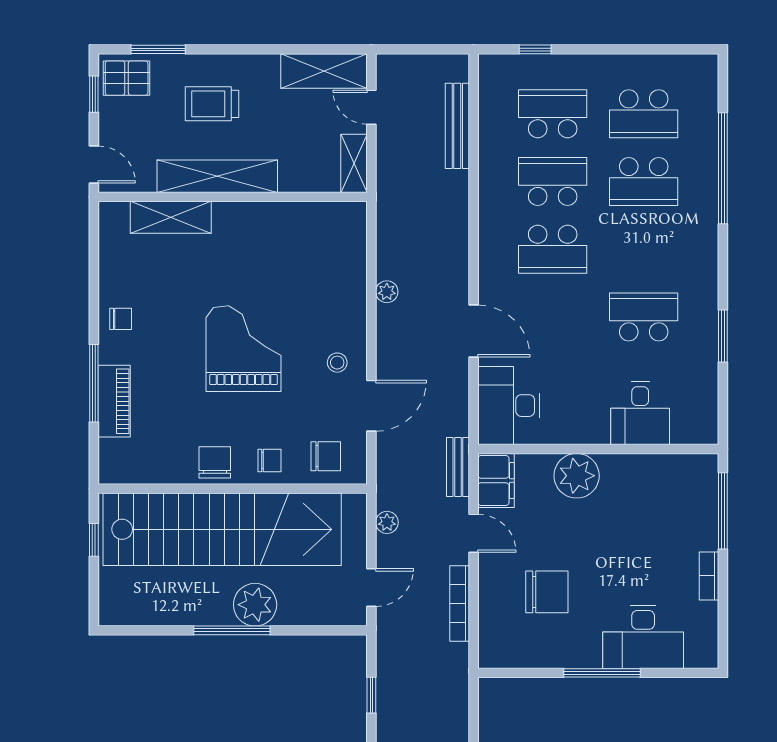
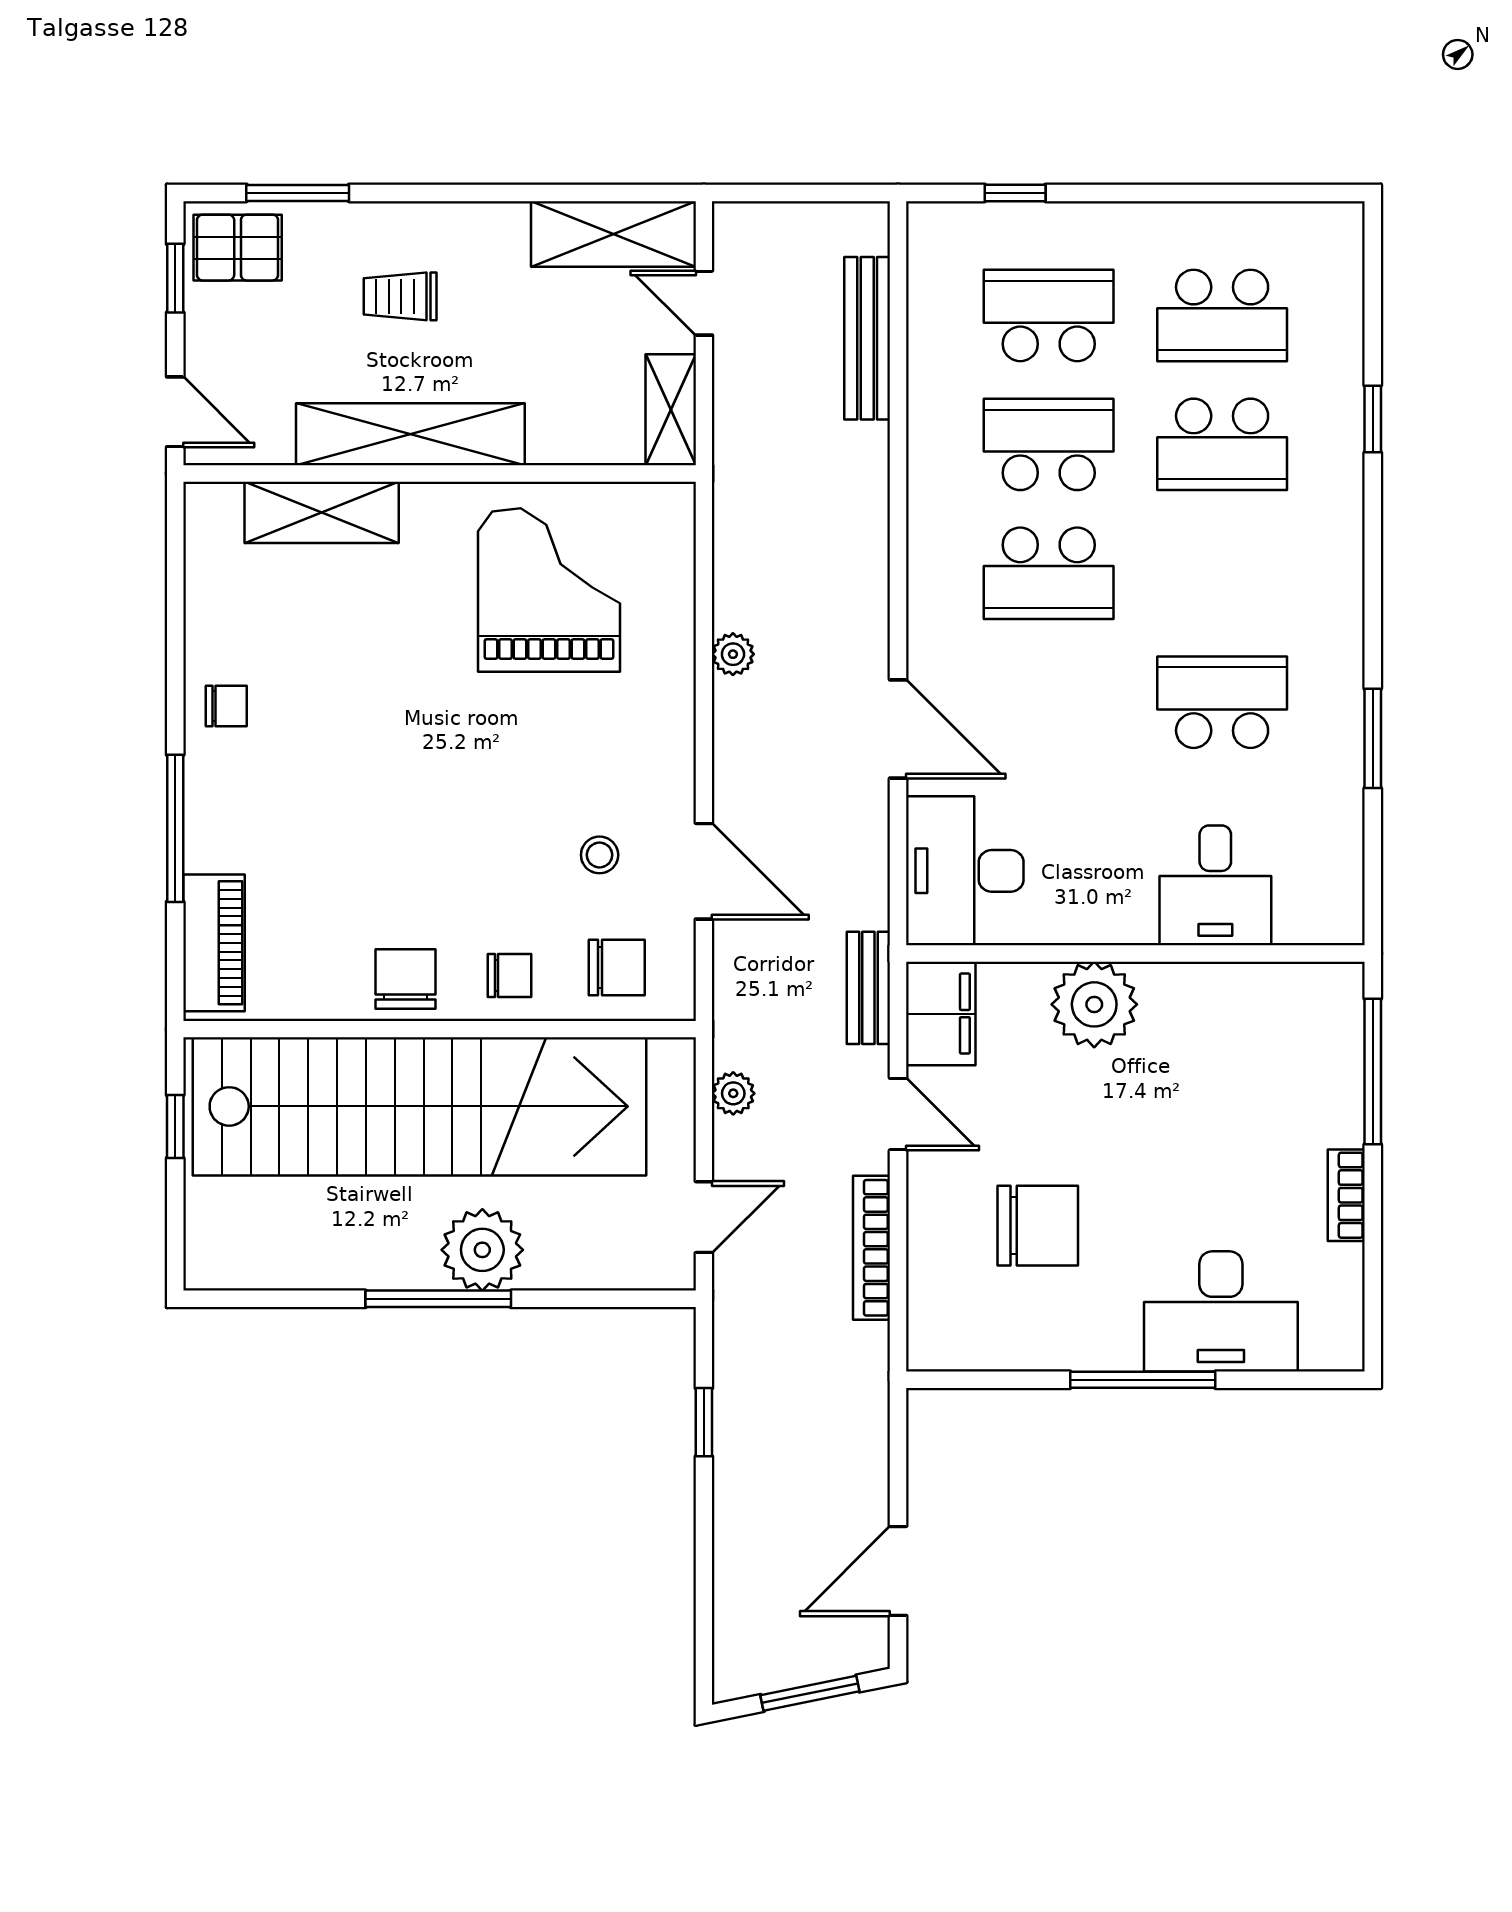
trolley: (212, 104) -> (400, 296), width x0.73, depth x0.72
window: (723, 168) -> (1373, 419), width x0.32
grand piano: (243, 349) -> (549, 590), moved
stool: (337, 363) -> (600, 855), moved
piano: (114, 401) -> (214, 943), moved
door: (371, 406) -> (704, 871), hinge flipped

